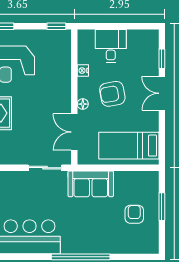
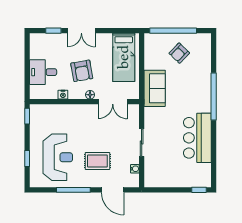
sliding door: (45, 168) -> (142, 143), moved
window: (162, 207) -> (173, 31), width x2.11
armchair: (134, 214) -> (179, 53), turned -46

